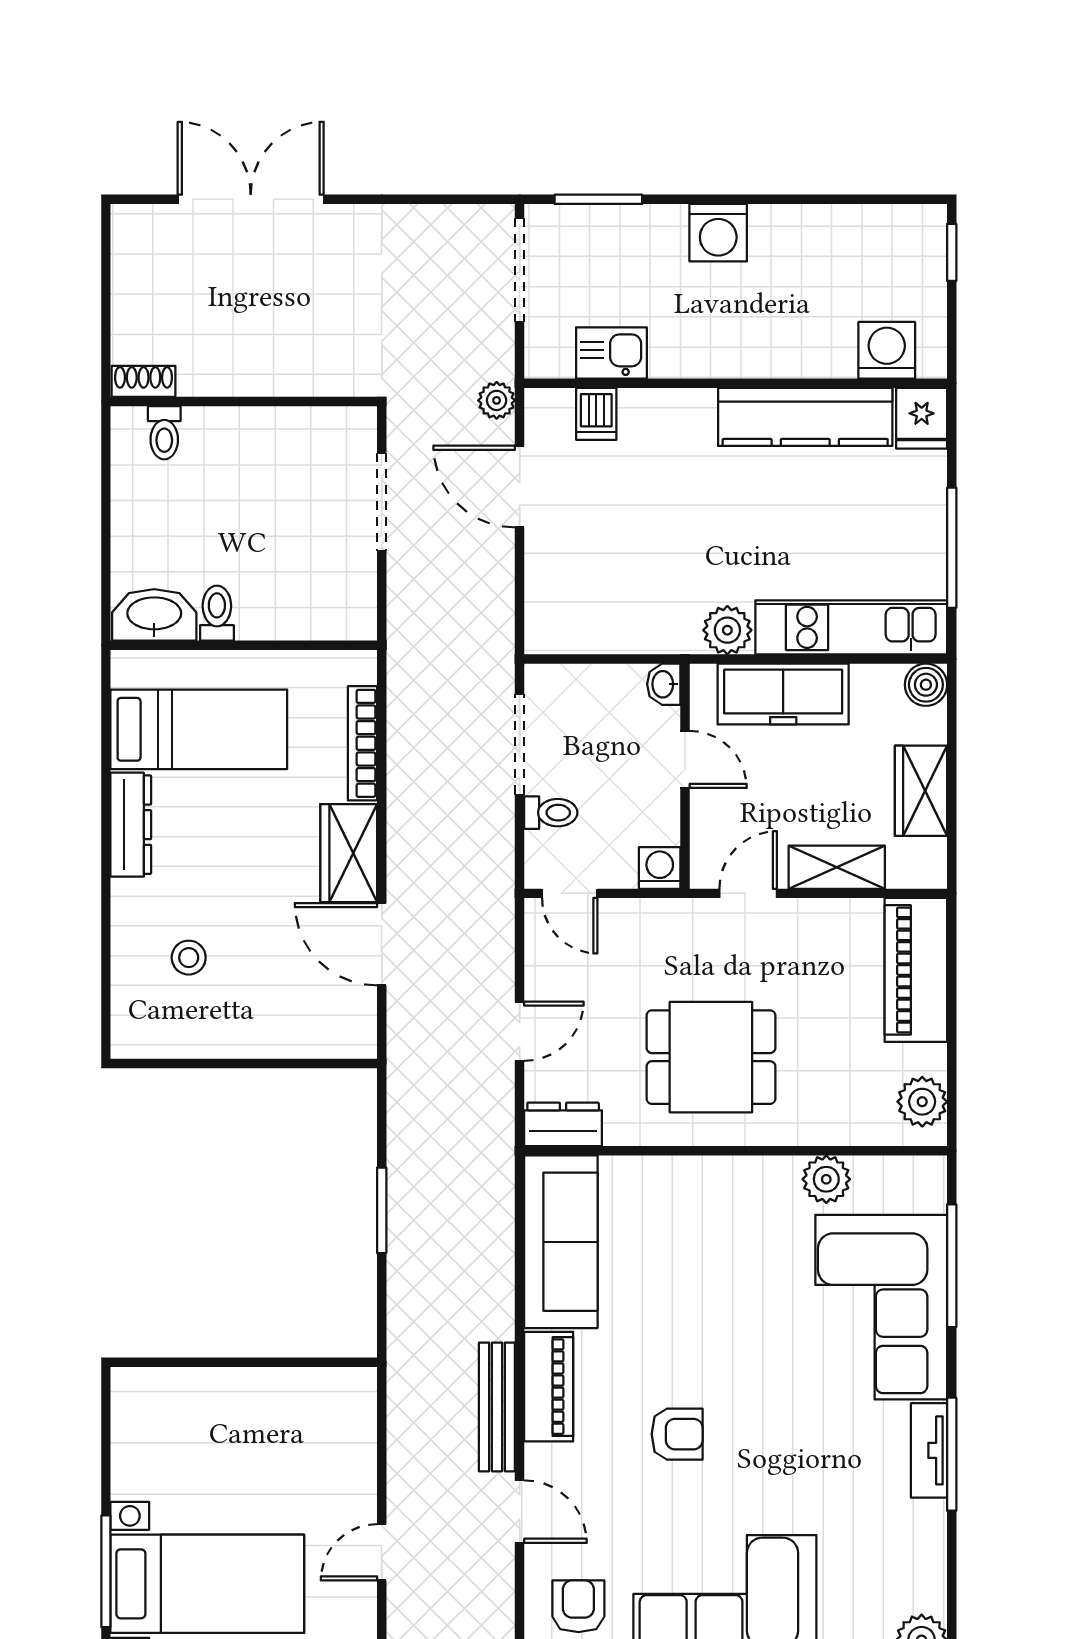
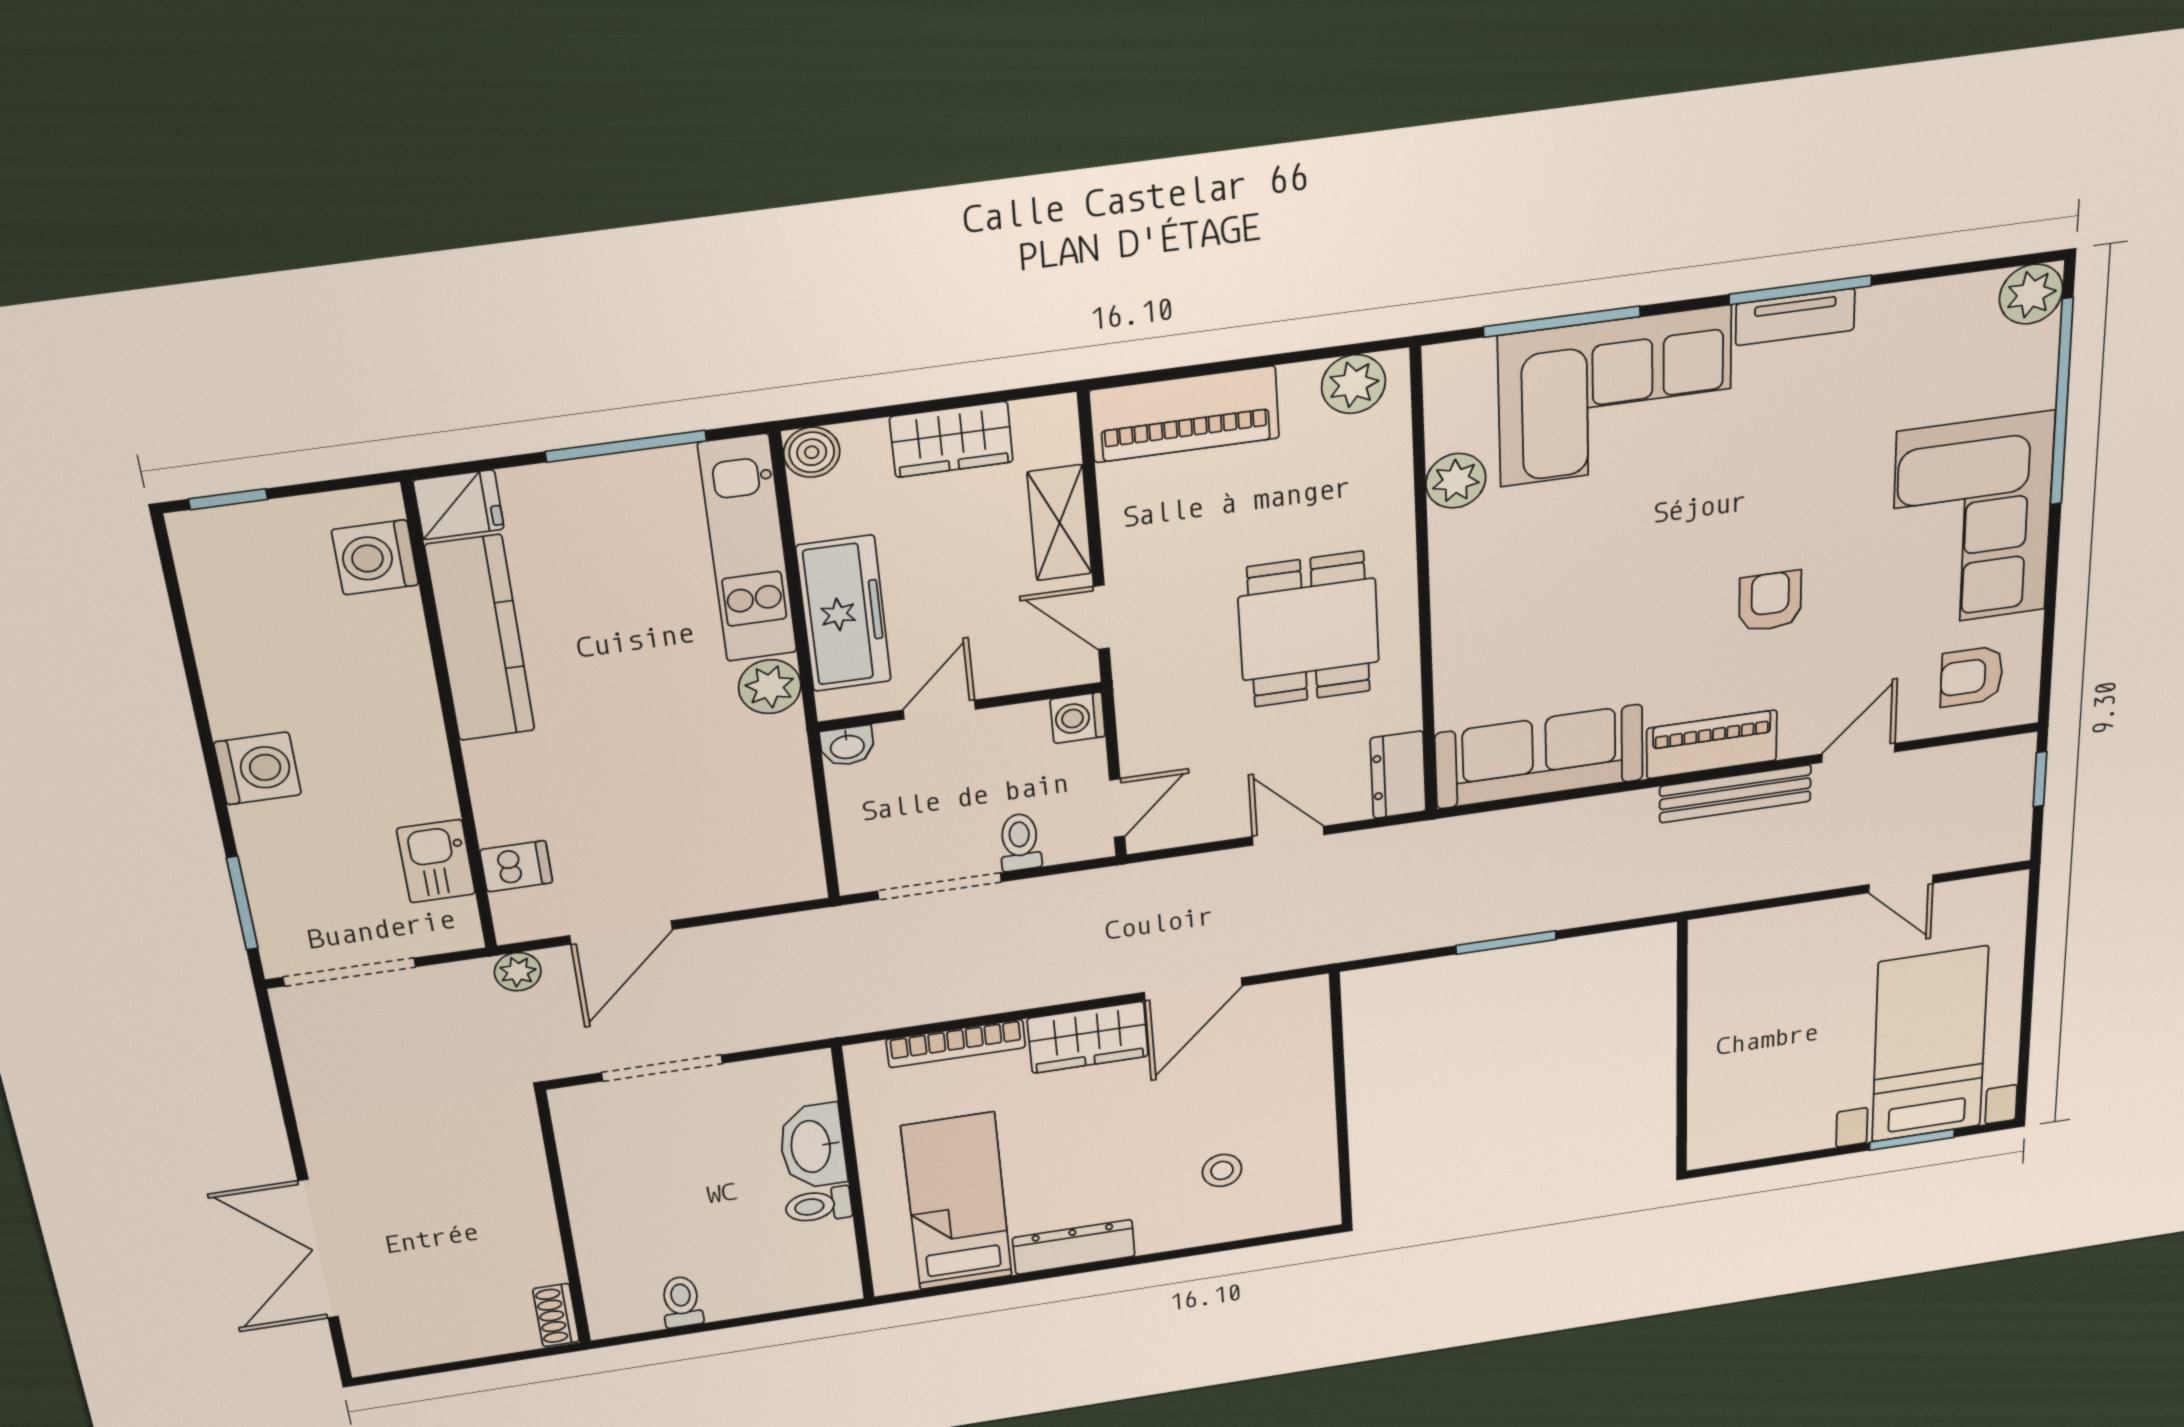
toilet: (164, 433) -> (682, 1302), moved, turned -90
washbasin: (154, 615) -> (813, 1146), moved
window: (106, 1571) -> (1912, 1140), width x0.69

